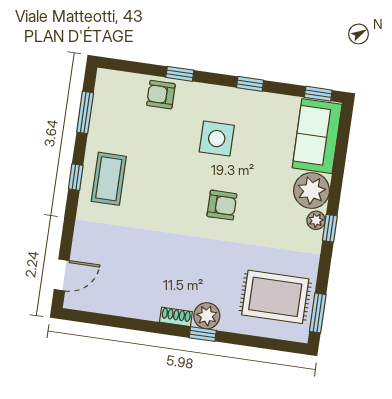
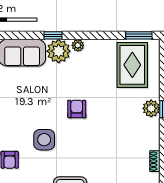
side table: (217, 139) -> (44, 140), moved
window: (330, 228) -> (53, 35), moved
shoe rack: (176, 317) -> (155, 161), moved

